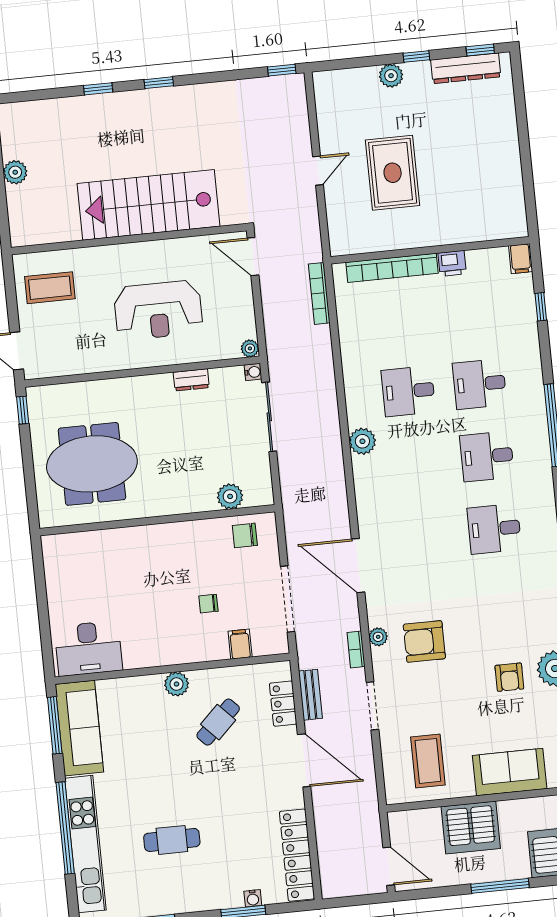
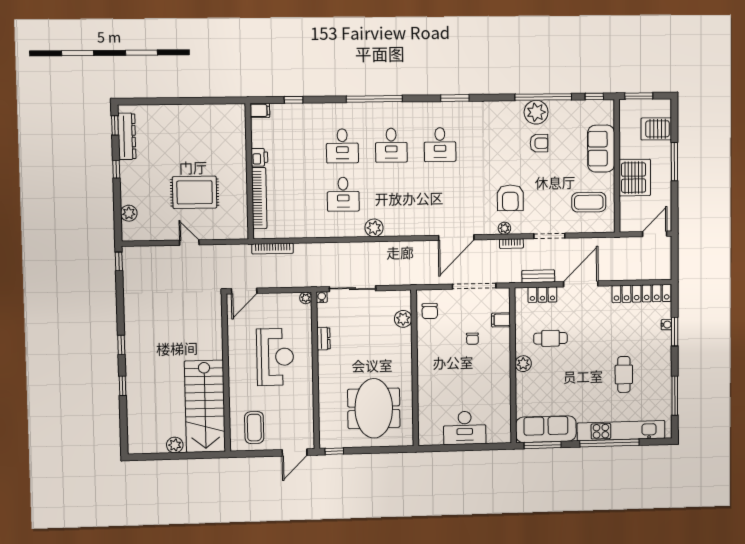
plant: (391, 76) -> (129, 213), moved
stairs: (149, 205) -> (205, 406), moved
desk: (88, 648) -> (465, 428), moved, turned 90
cafe table: (218, 722) -> (550, 338), turned -46

